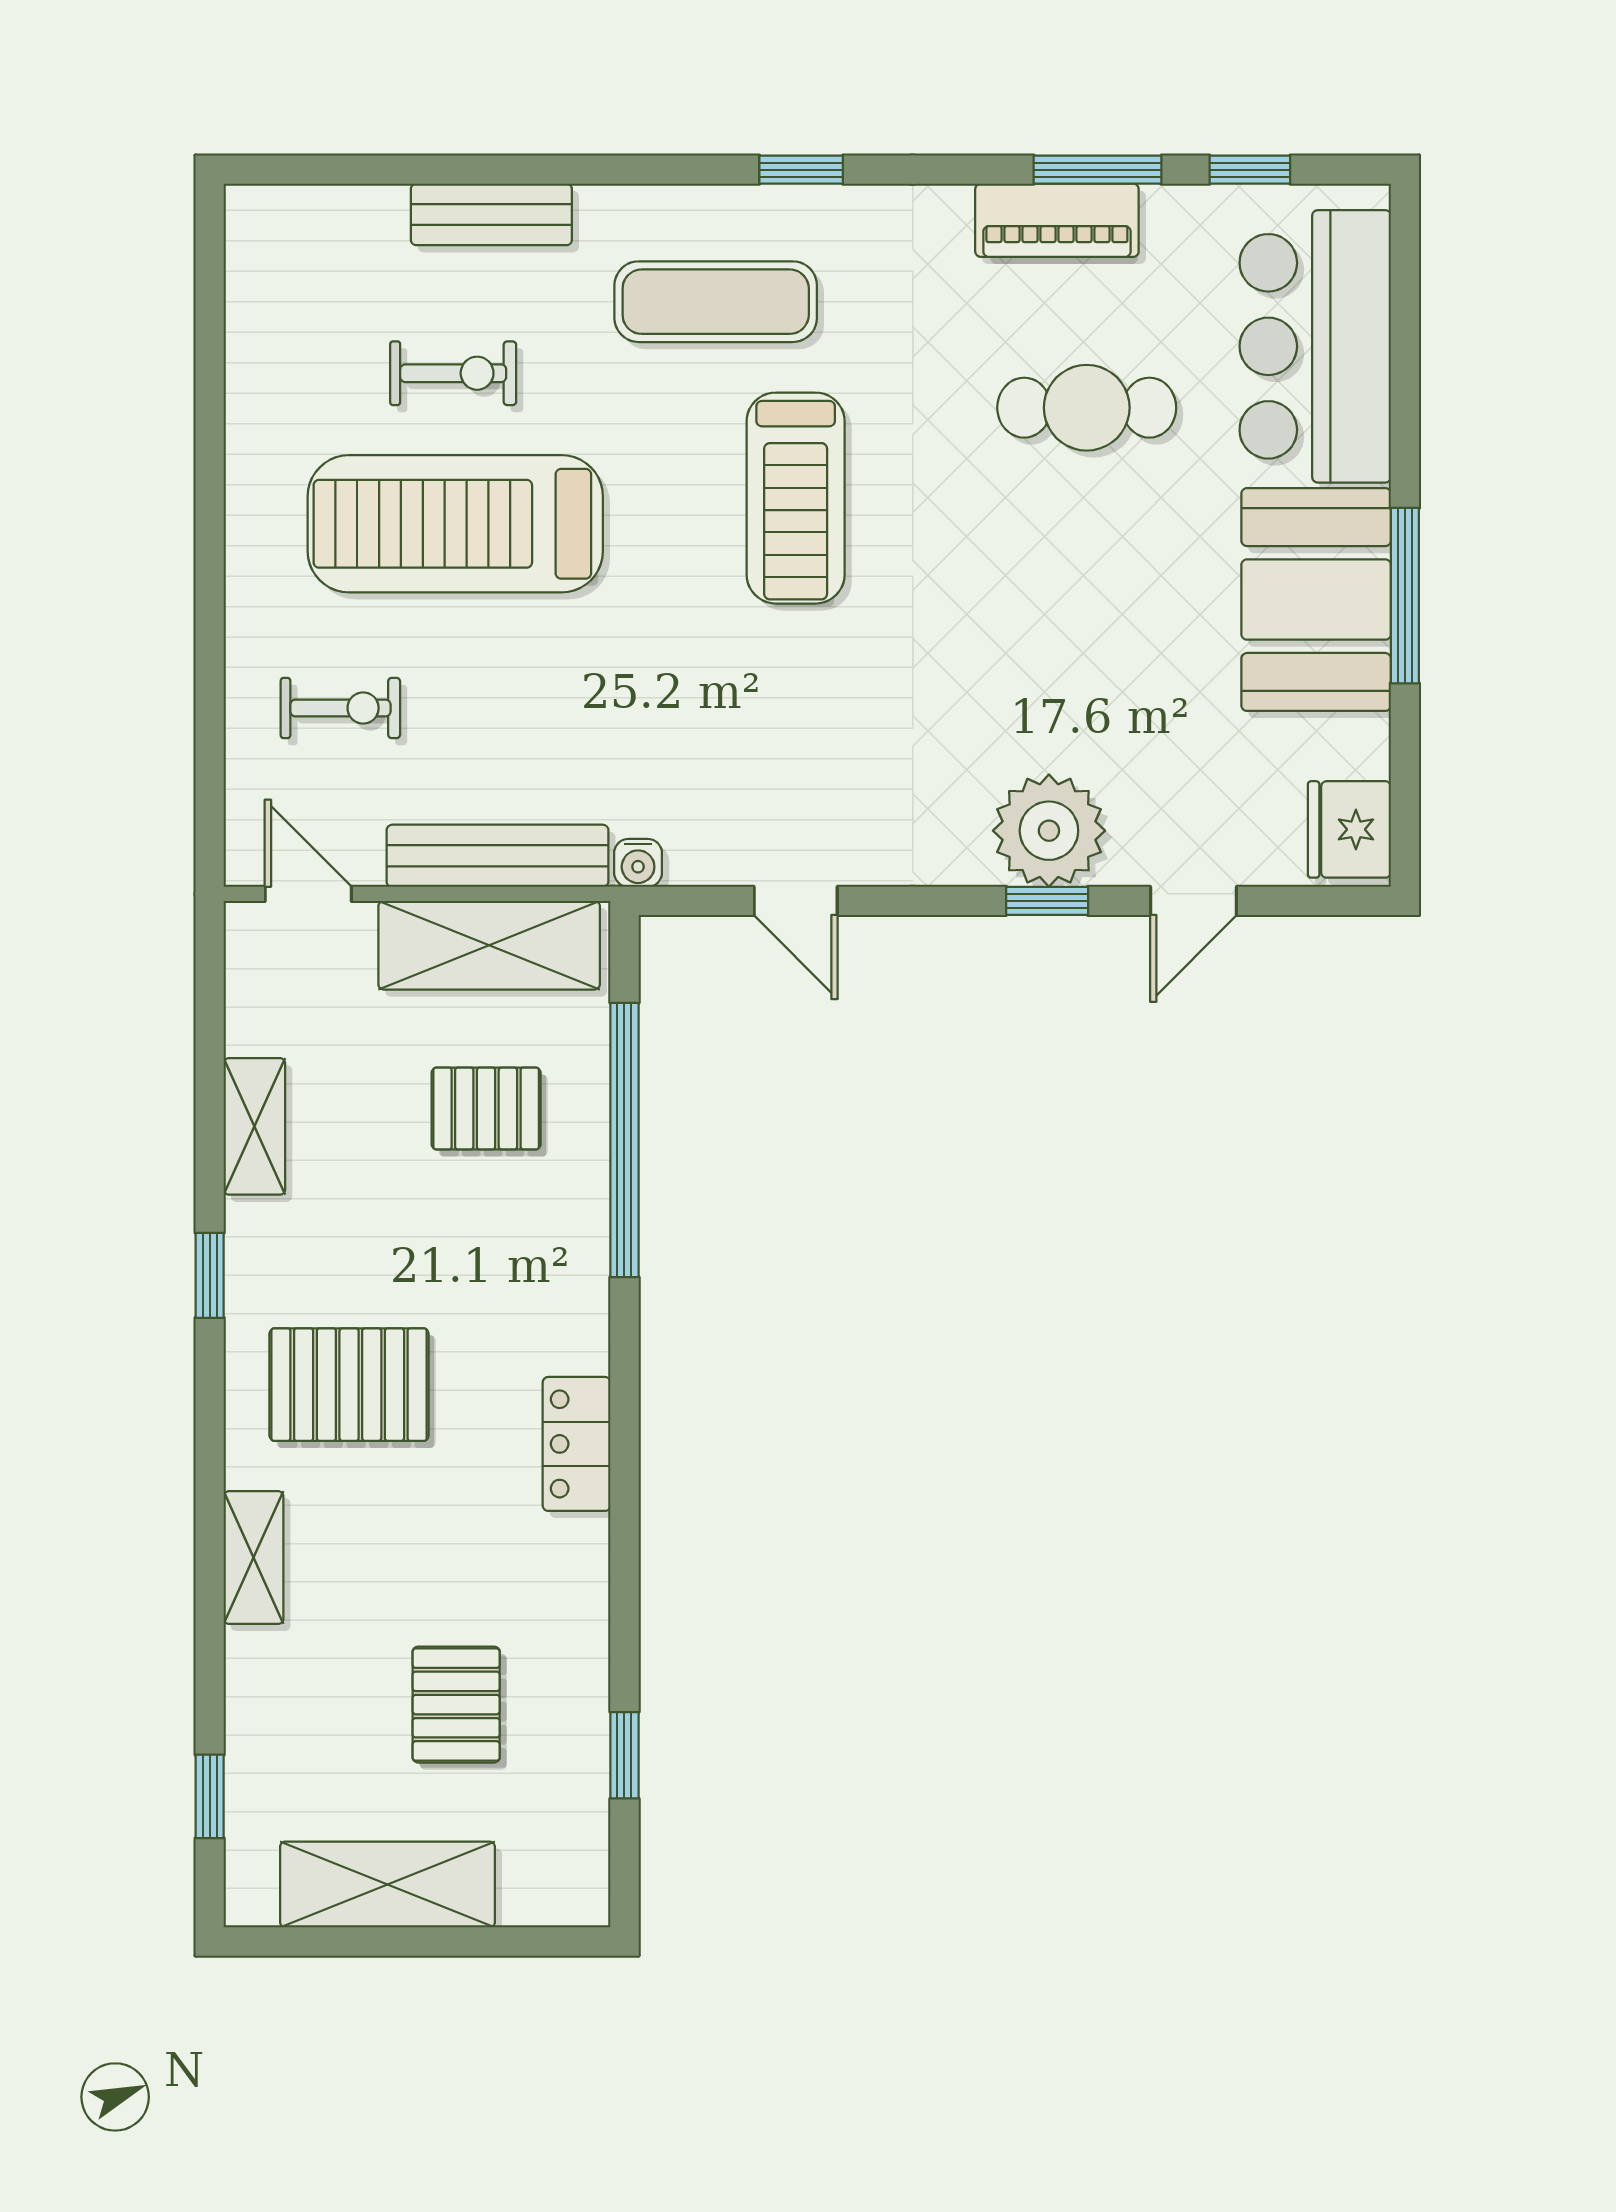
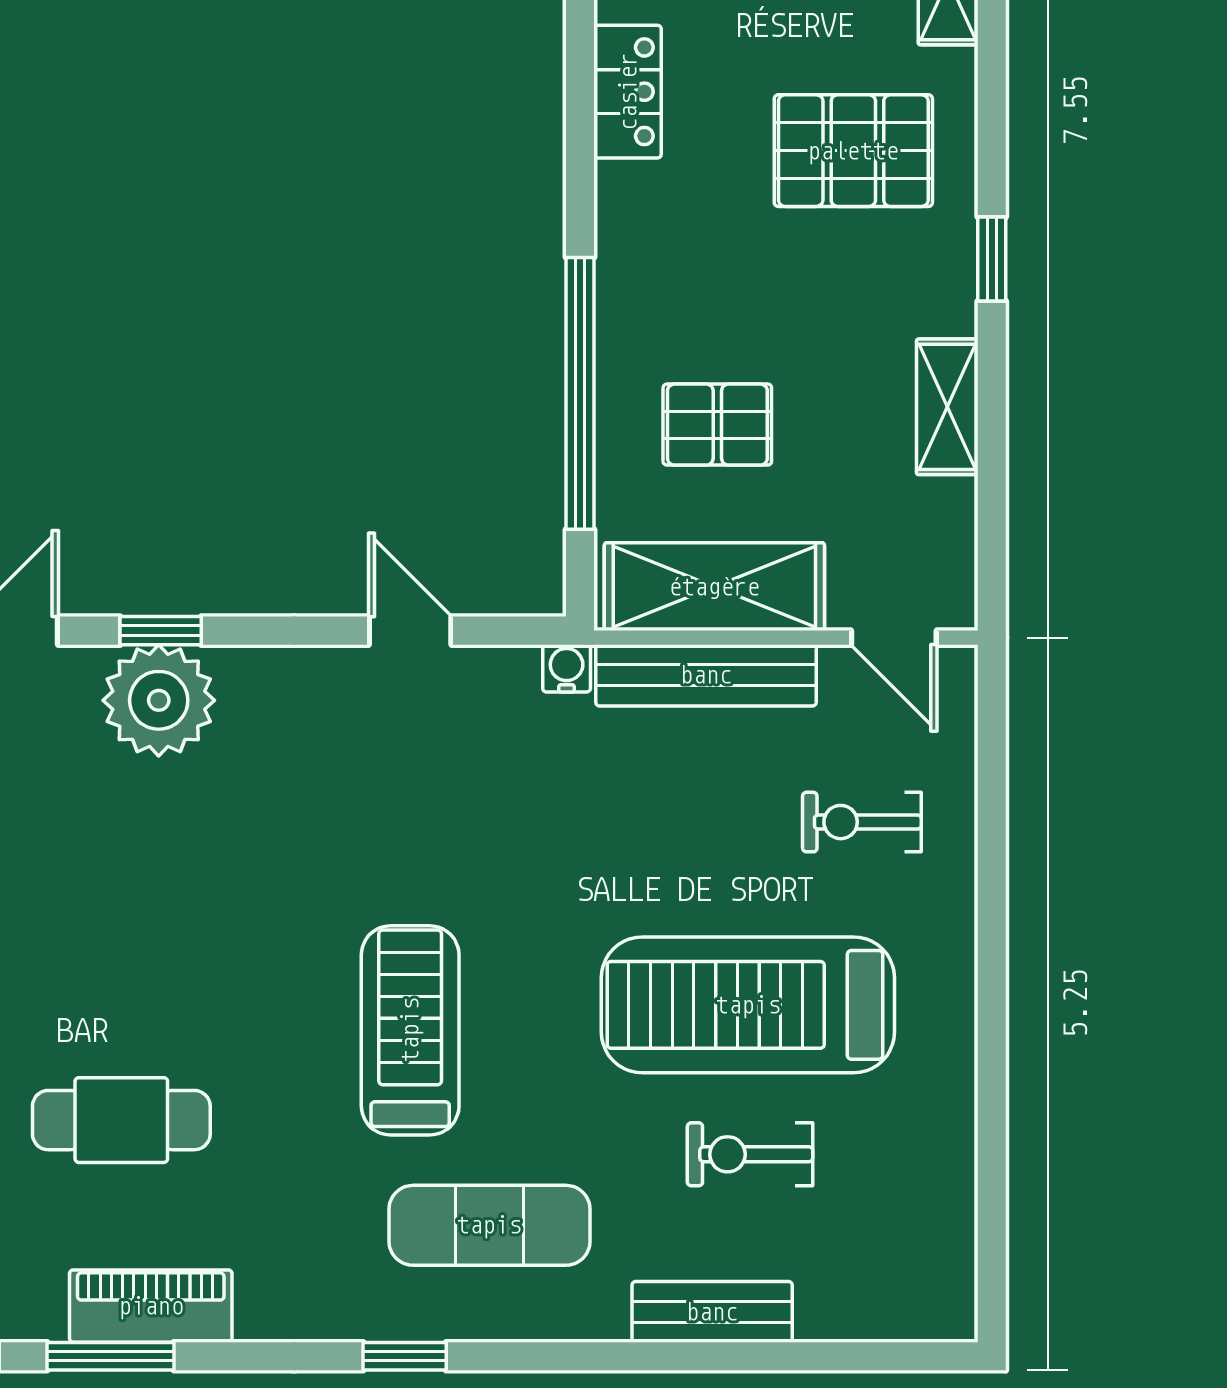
treadmill: (455, 524) -> (748, 1005), turned 180

